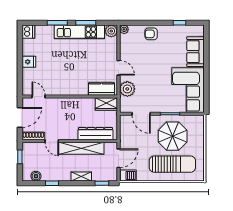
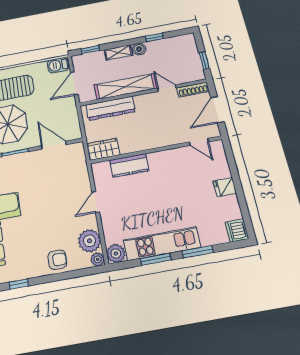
door: (119, 68) -> (96, 202), hinge flipped
kitchen counter: (102, 89) -> (129, 165), moved
plant: (127, 89) -> (90, 241), moved
boiler: (36, 176) -> (139, 49), moved

